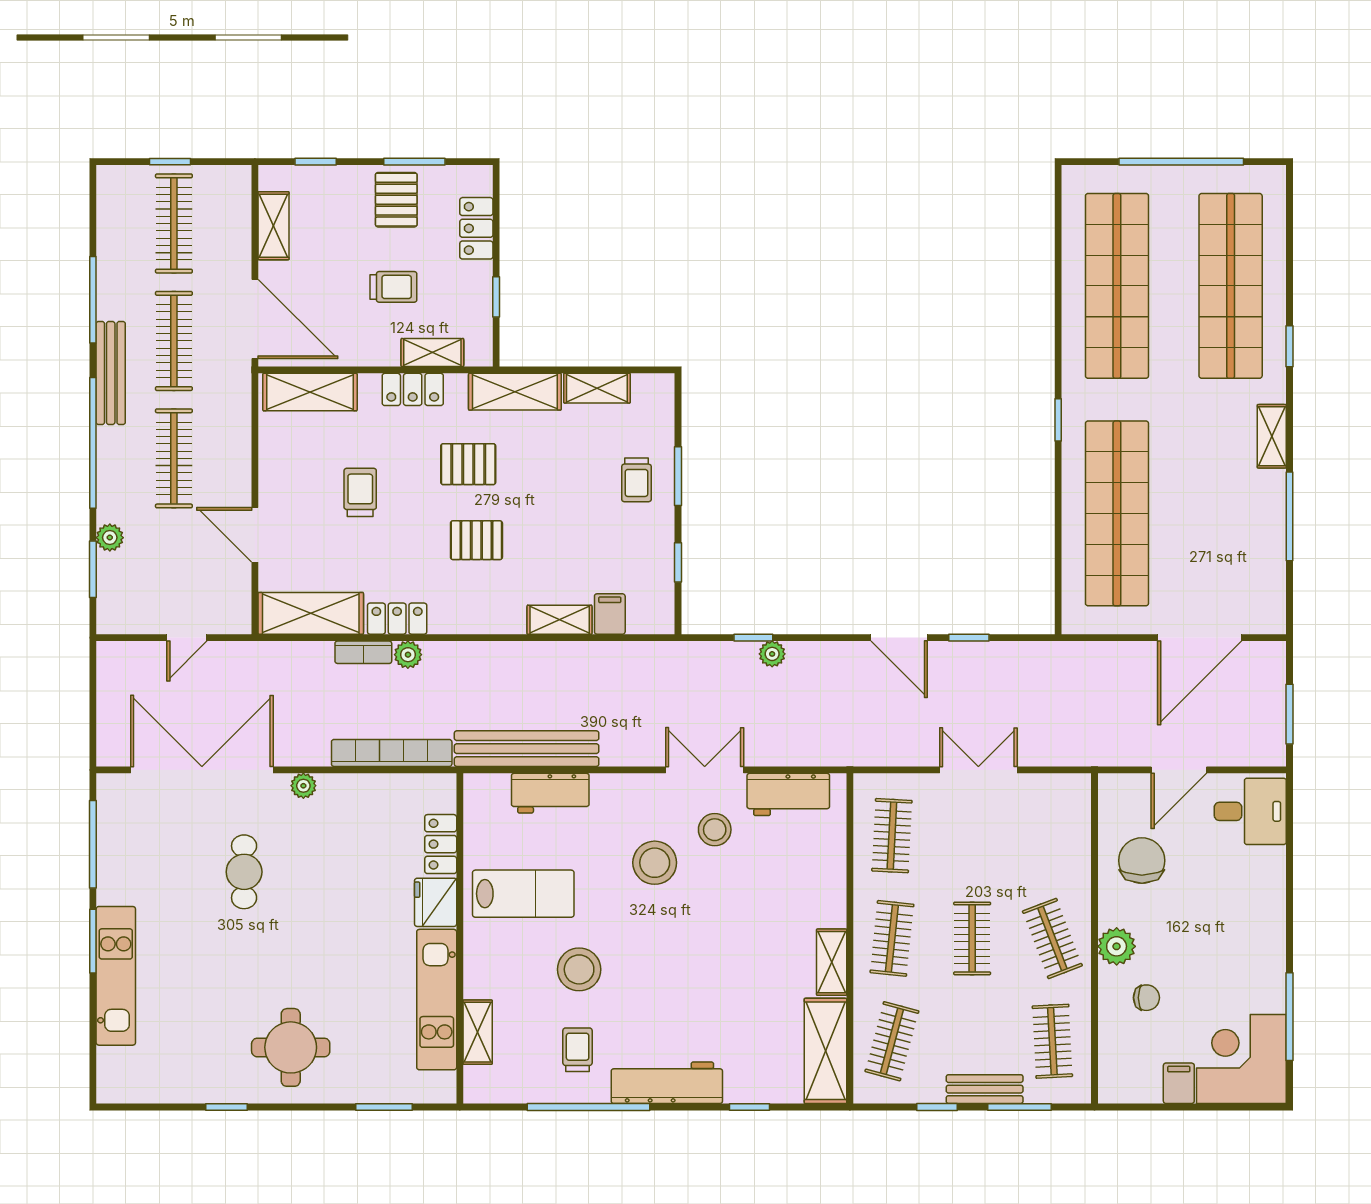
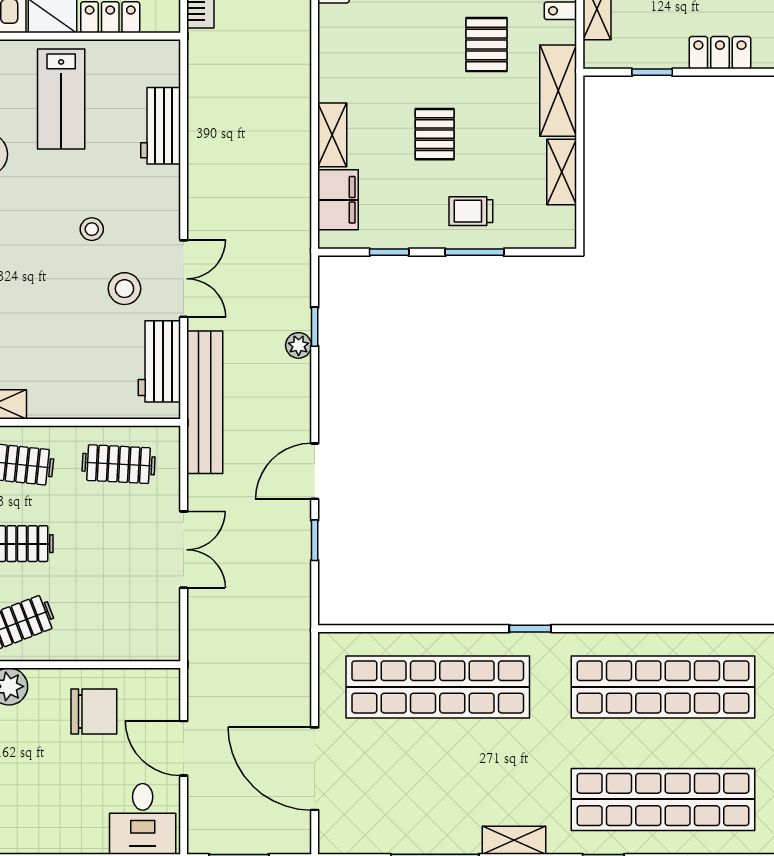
pallet: (476, 540) -> (435, 134), moved
filing cabinet: (610, 614) -> (338, 200), width x2.00
bench: (527, 749) -> (205, 402), moved
stool: (655, 863) -> (92, 229), width x0.53, depth x0.53

